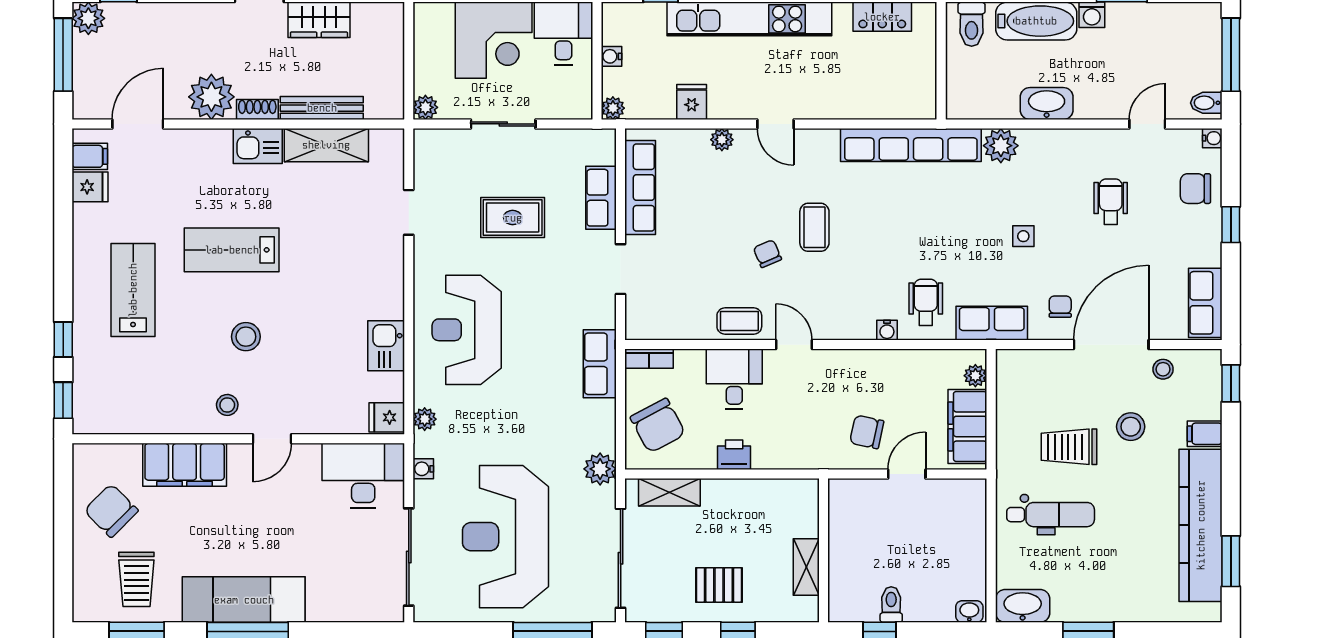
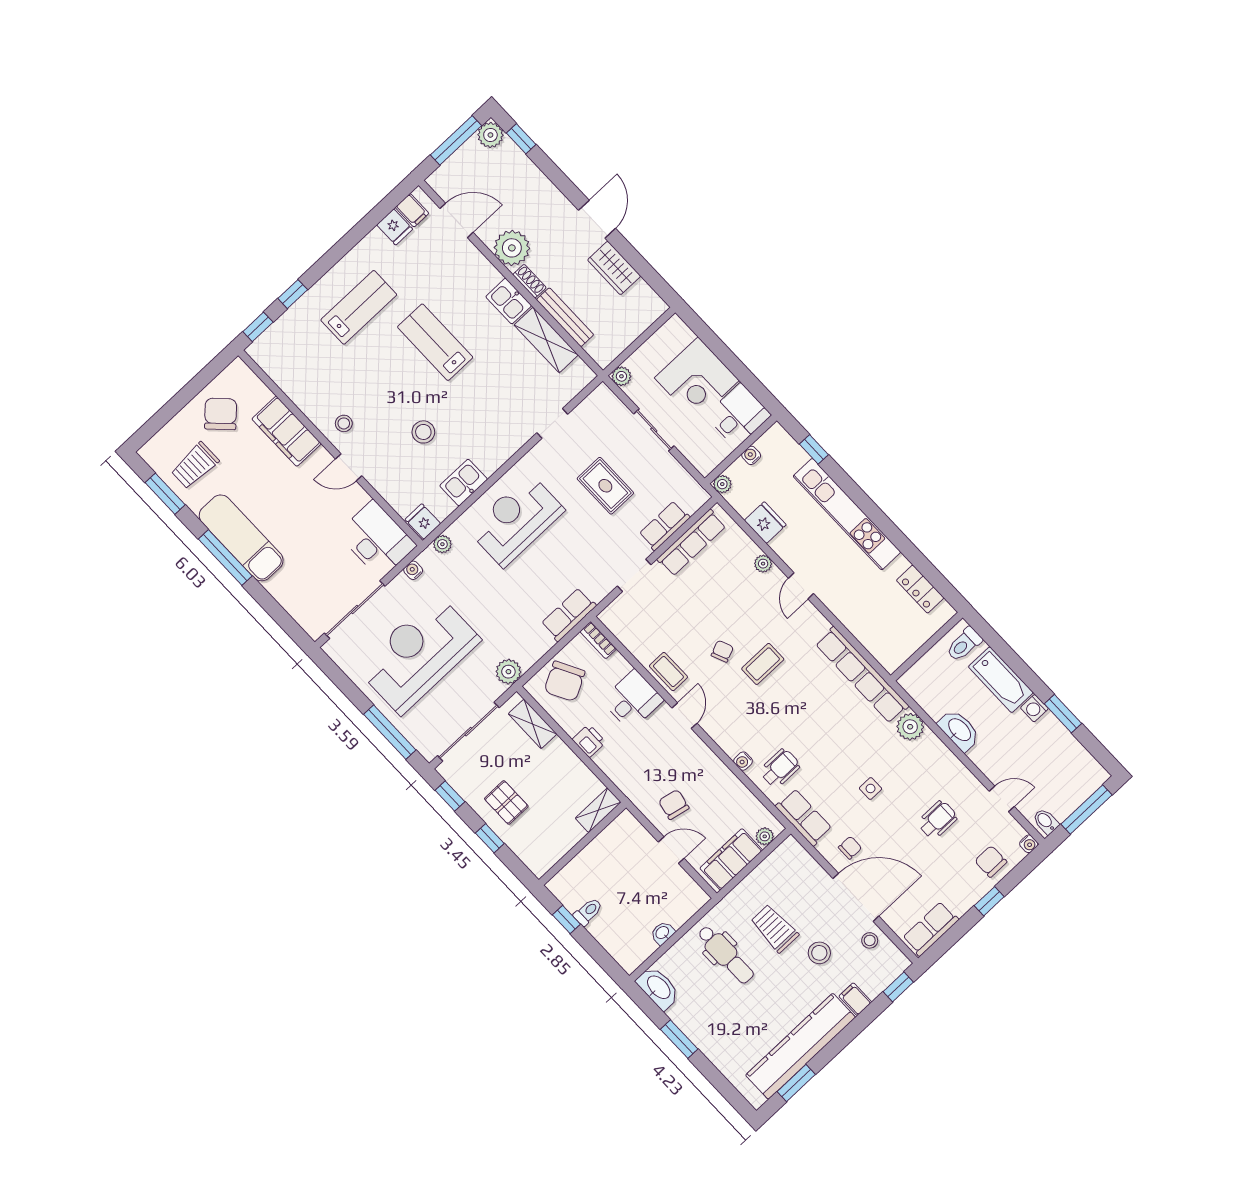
fridge: (692, 102) -> (765, 523), width x1.38
stool: (246, 337) -> (423, 432), moved
shelving: (806, 567) -> (598, 810), moved
washbasin: (969, 612) -> (663, 933), moved, turned -90

